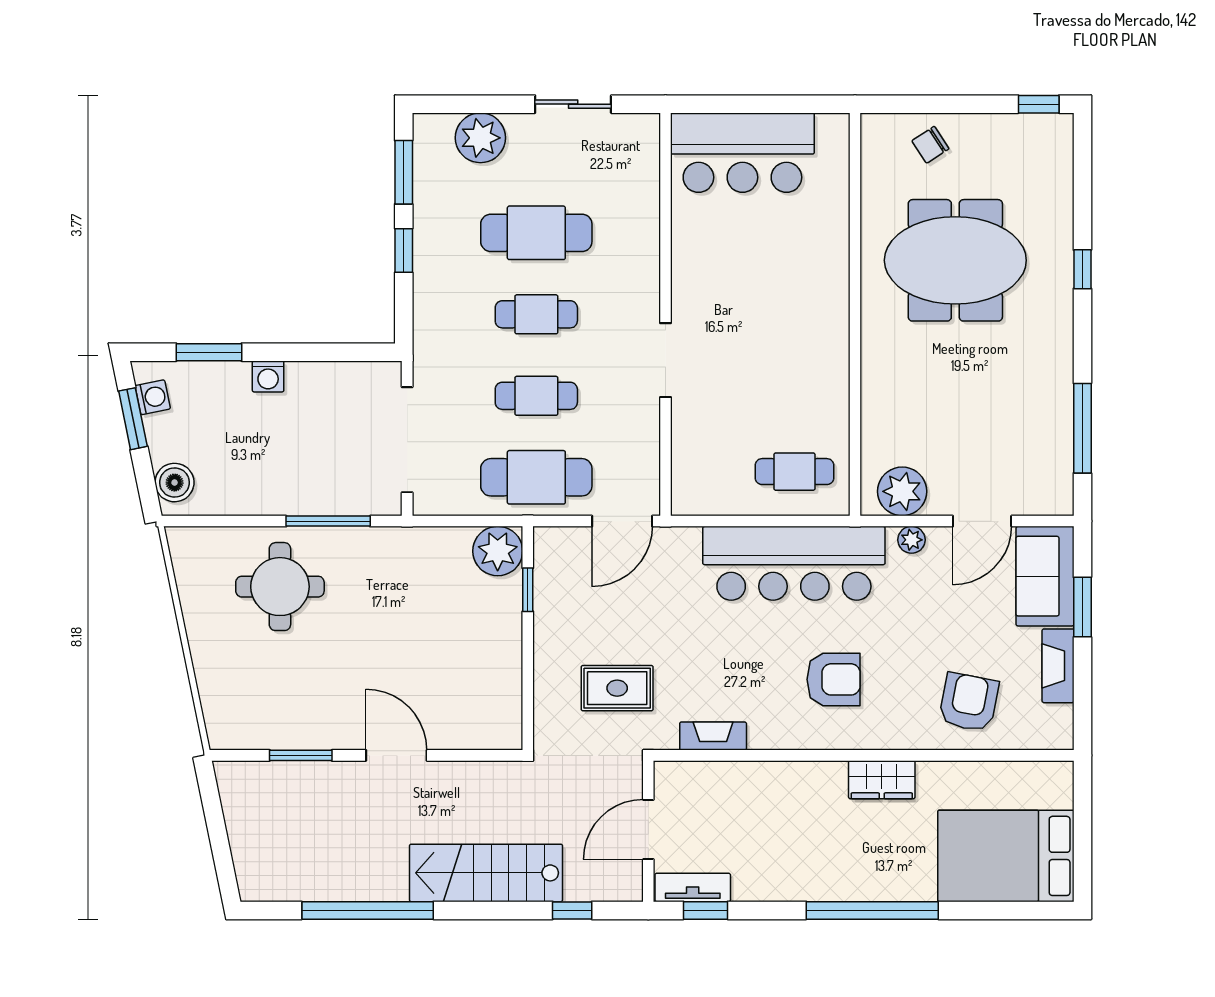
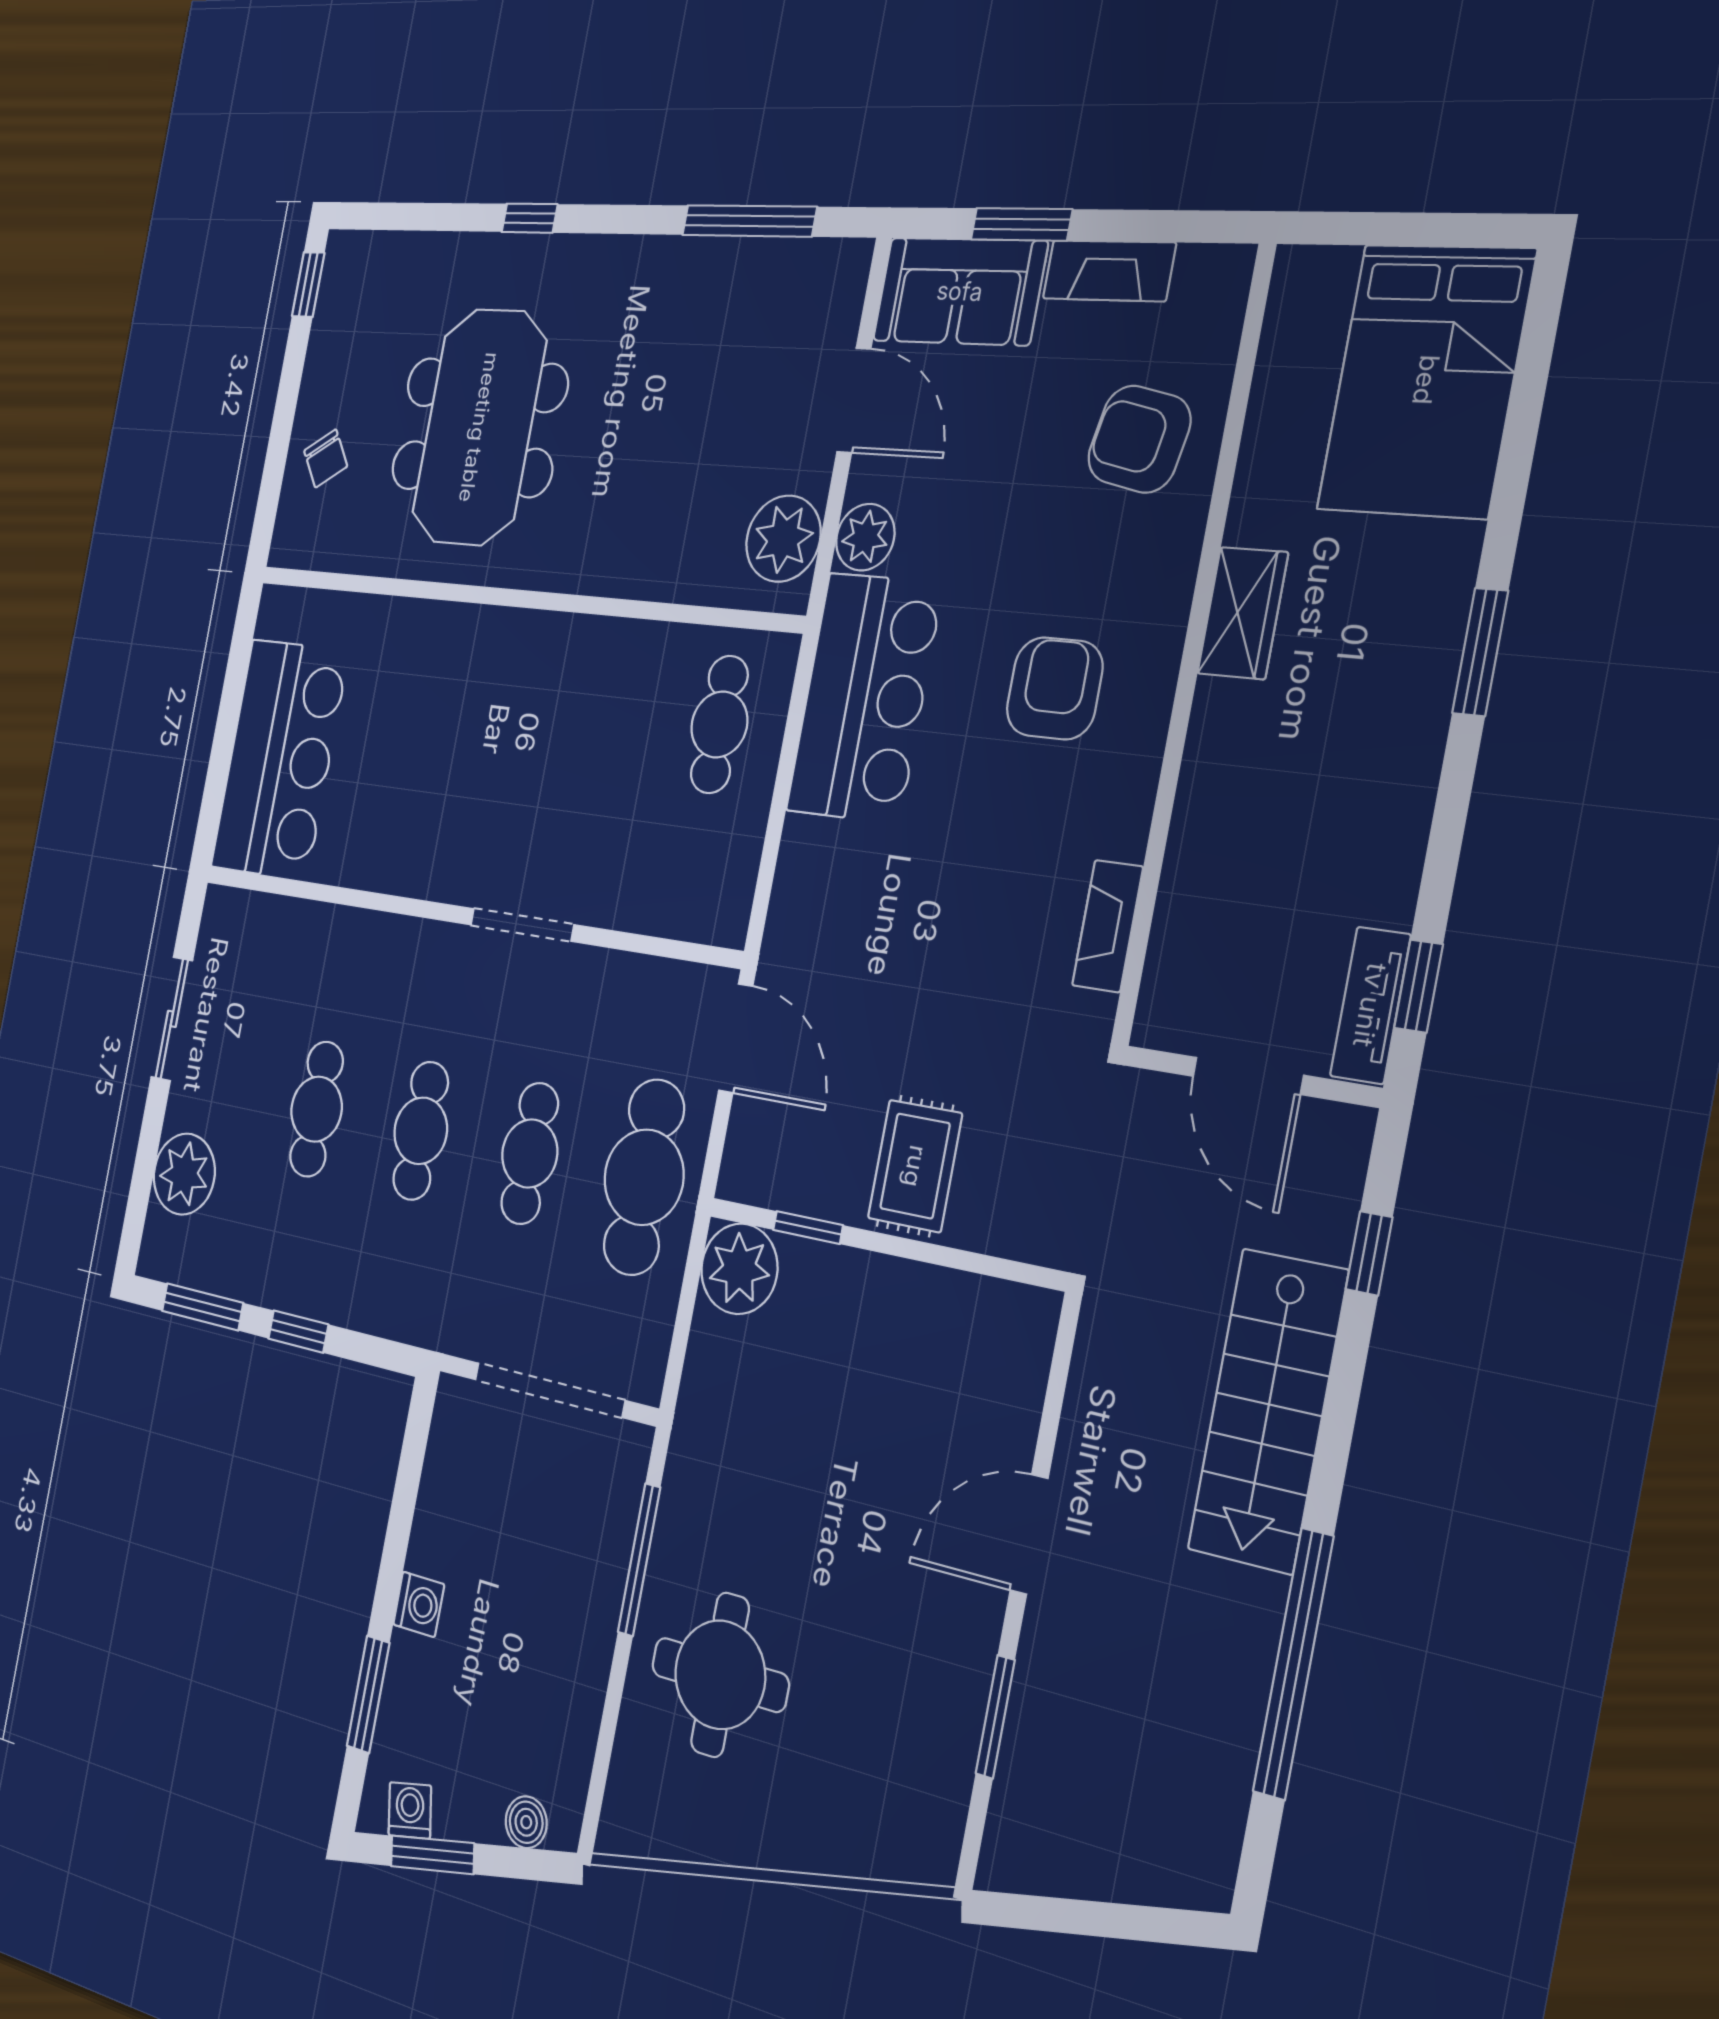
cafe table: (536, 233) -> (317, 1109), width x0.73, depth x0.74
boiler: (175, 483) -> (526, 1822), width x0.73, depth x0.73
plant: (911, 540) -> (865, 537), width x1.38, depth x1.38
bar counter: (794, 563) -> (864, 697), width x0.73
rug: (617, 688) -> (915, 1166), moved
window: (872, 910) -> (1480, 652), width x0.47

